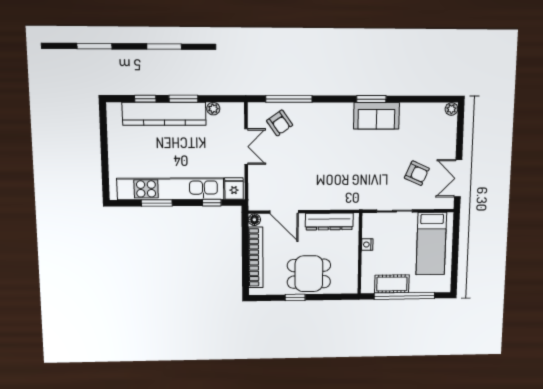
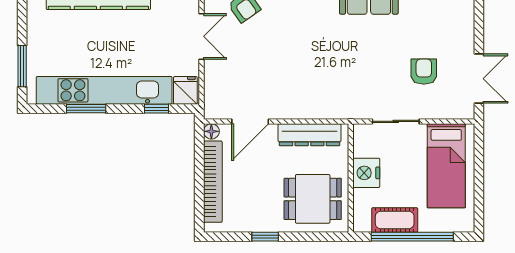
window: (105, 170) -> (22, 66), added
armchair: (417, 173) -> (424, 72), turned -114
double door: (458, 178) -> (479, 79), swing flipped
door: (284, 212) -> (250, 121), hinge flipped
nightstand: (367, 245) -> (366, 173), width x1.89, depth x1.79
dining table: (309, 274) -> (313, 199), moved

